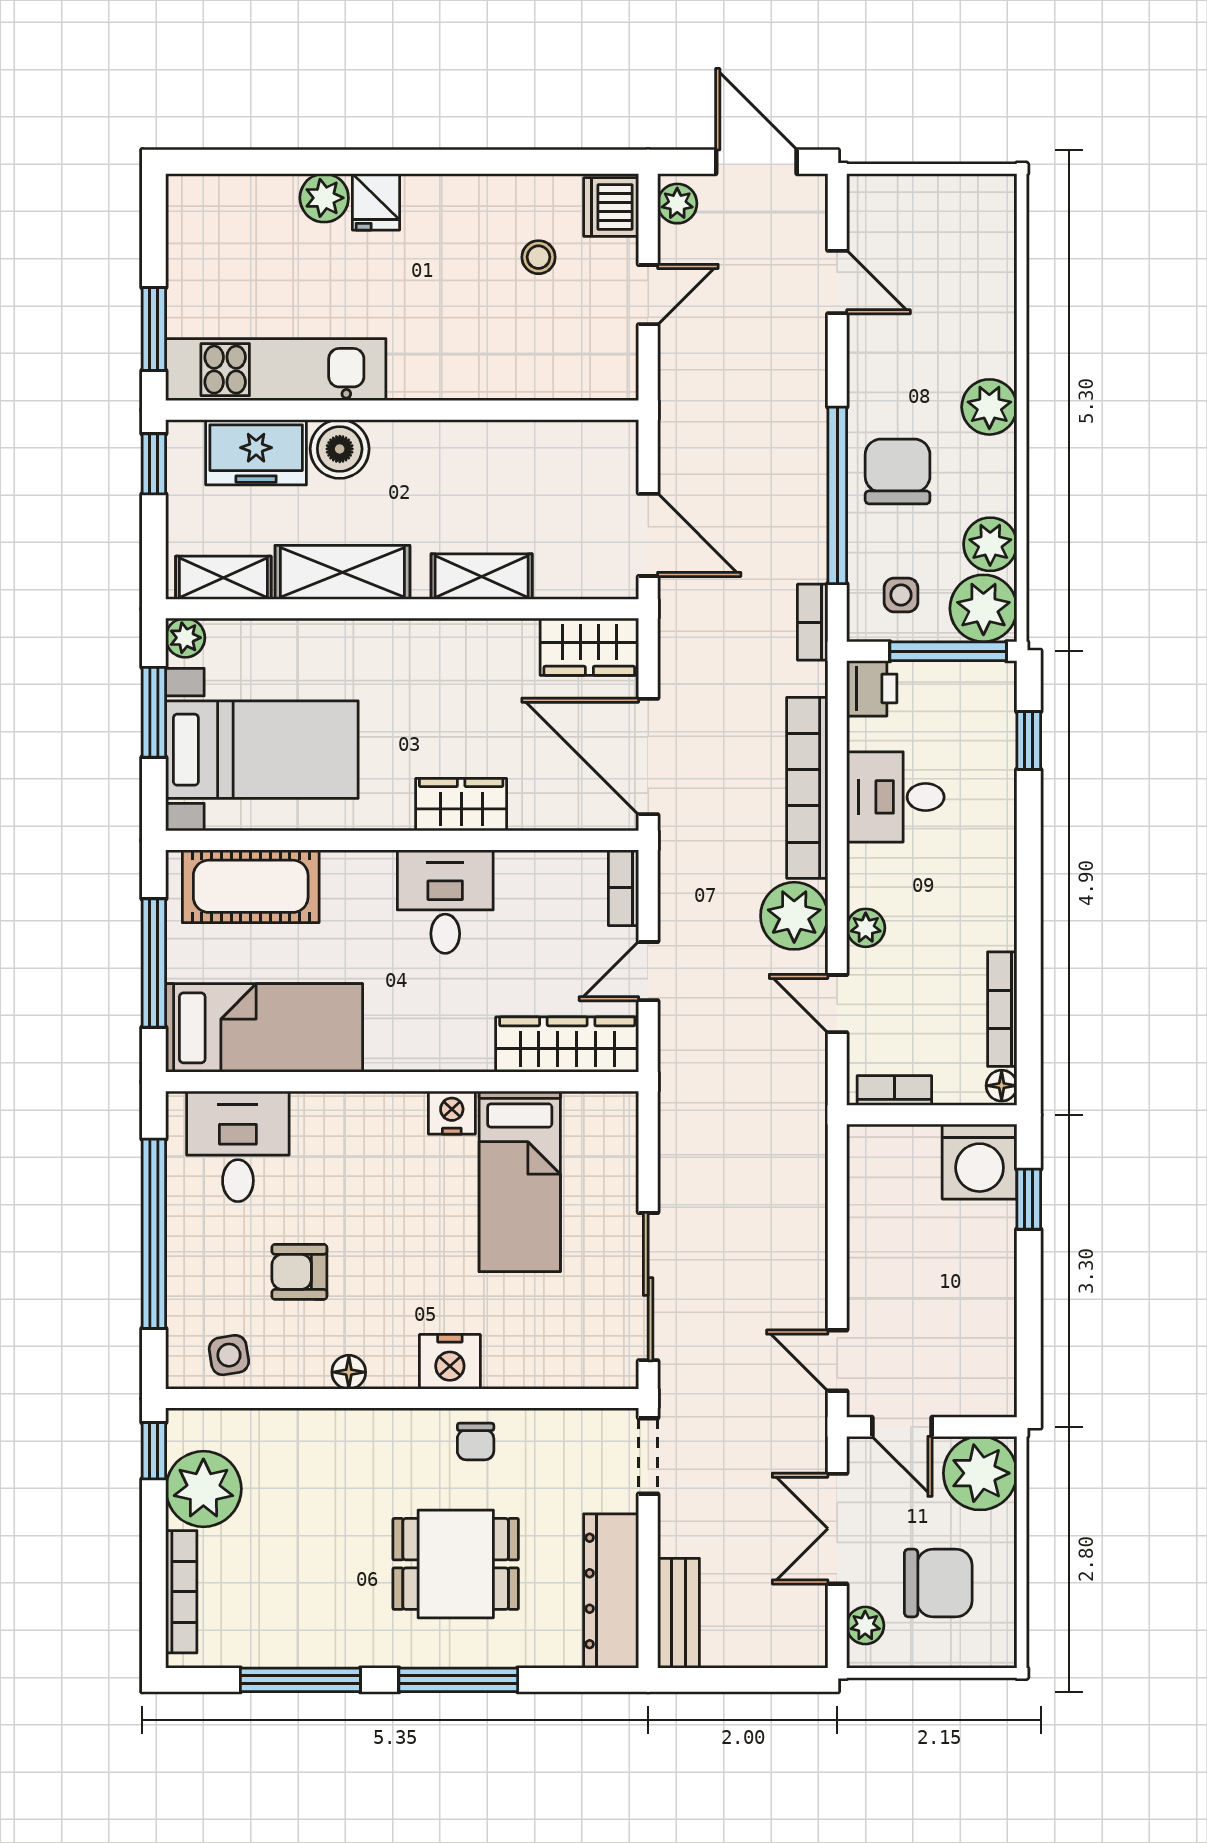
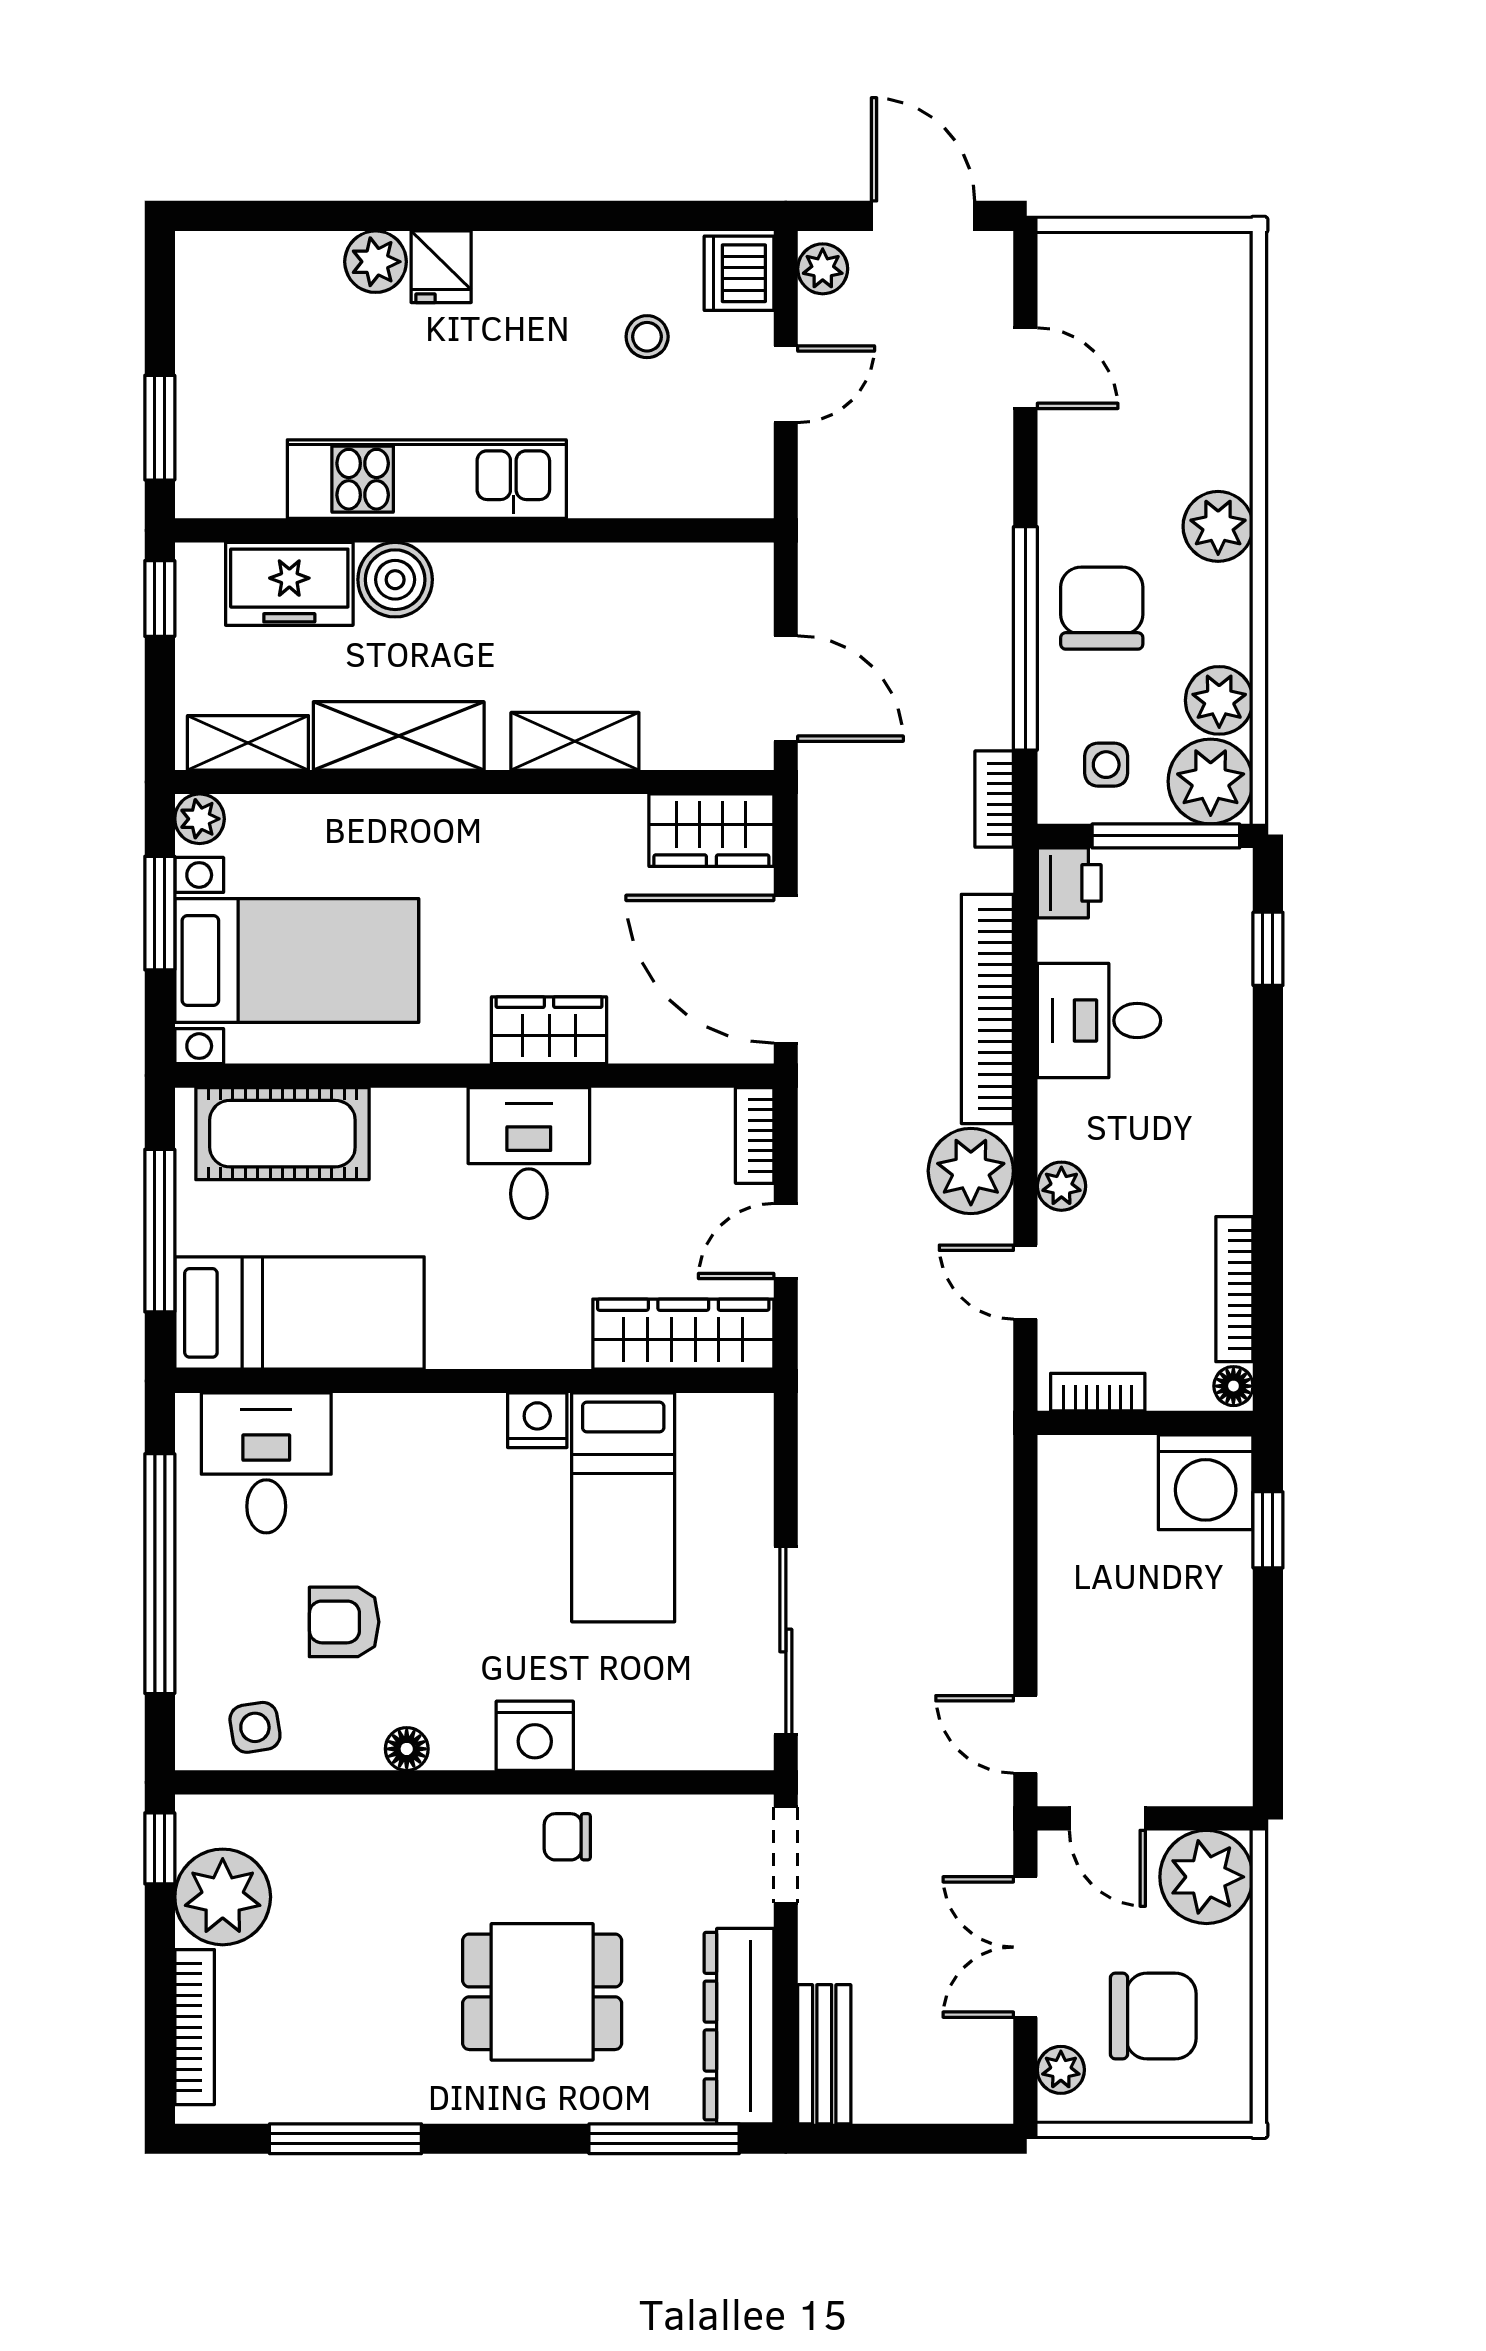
kitchen unit: (276, 370) -> (427, 479), moved
chair: (476, 1441) -> (567, 1837), turned 90
window: (458, 1680) -> (664, 2139), moved

